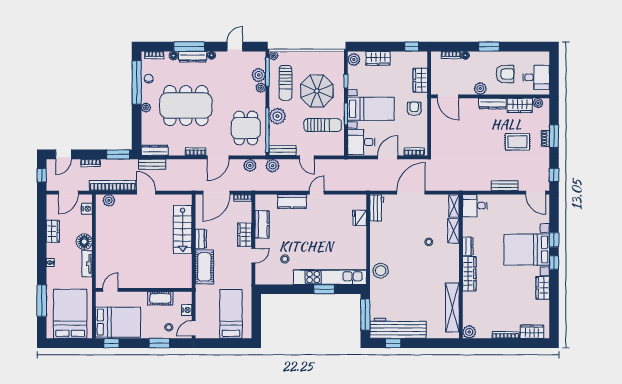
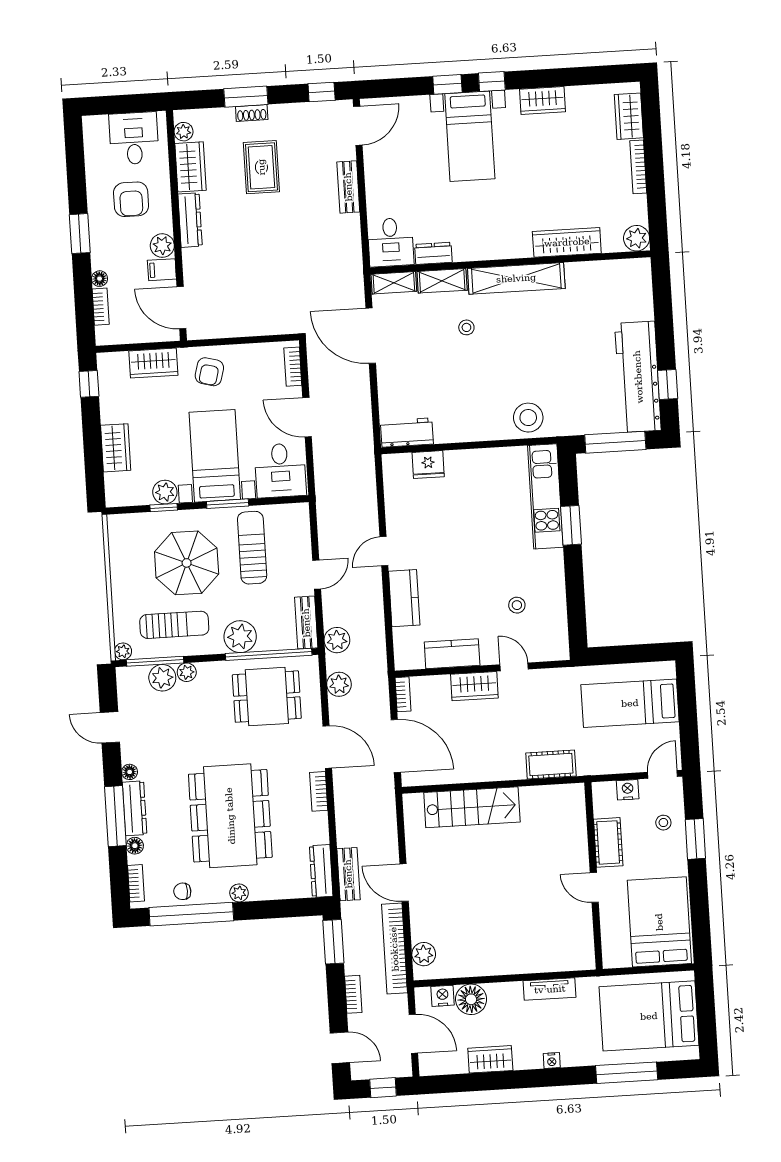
plant: (354, 60) -> (165, 492), moved
armchair: (505, 74) -> (131, 199), turned 180
filing cabinet: (468, 88) -> (162, 270), added
door: (448, 96) -> (181, 308), swing flipped
armchair: (414, 109) -> (209, 372), turned -75
door: (146, 193) -> (404, 883), hinge flipped
door: (317, 193) -> (384, 551), hinge flipped
door: (411, 193) -> (371, 336), moved
dresser: (201, 239) -> (488, 771), removed
floor lamp: (84, 242) -> (471, 999), moved
dresser: (468, 246) -> (433, 253), moved
bed with nightstands: (527, 250) -> (470, 136), width x0.73
cot: (204, 267) -> (551, 765), width x0.73, depth x0.75
wardrobe: (469, 274) -> (567, 242), moved
kitchen unit: (330, 277) -> (545, 496), width x0.73
door: (110, 290) -> (594, 887), moved
shelving: (452, 307) -> (516, 278), moved
door: (194, 328) -> (663, 774), swing flipped
window: (111, 343) -> (701, 932), removed

